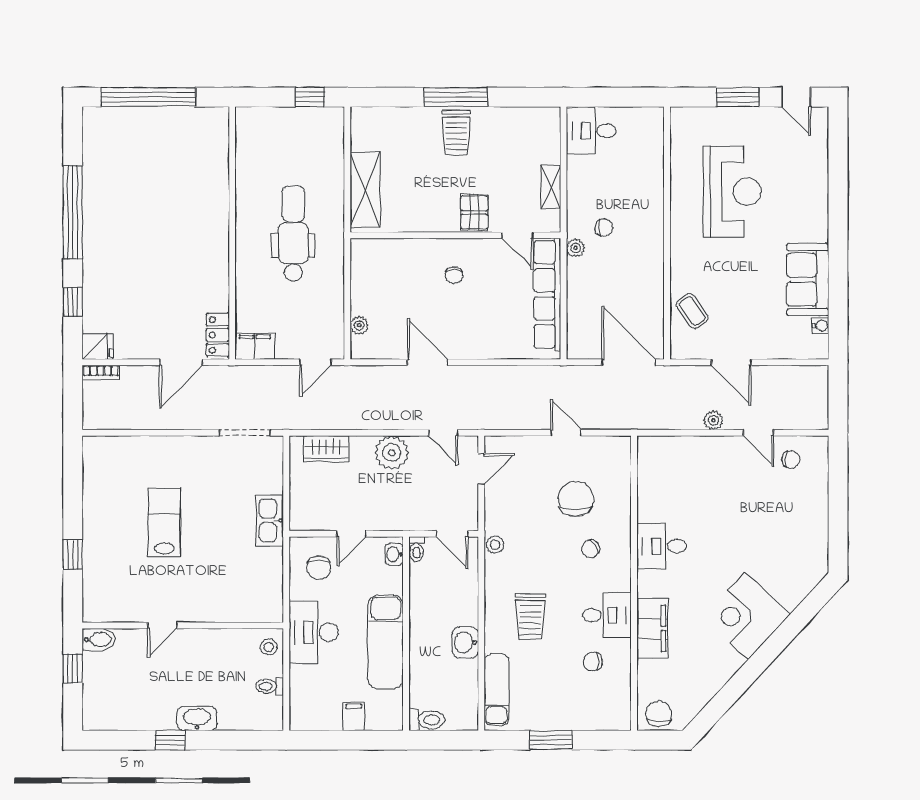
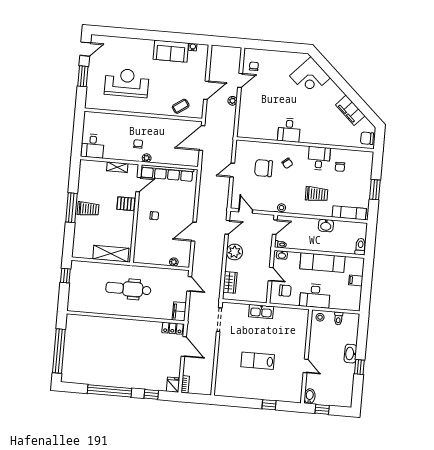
corner desk: (747, 616) -> (310, 77), moved
filing cabinet: (652, 628) -> (350, 110), moved, turned -137

